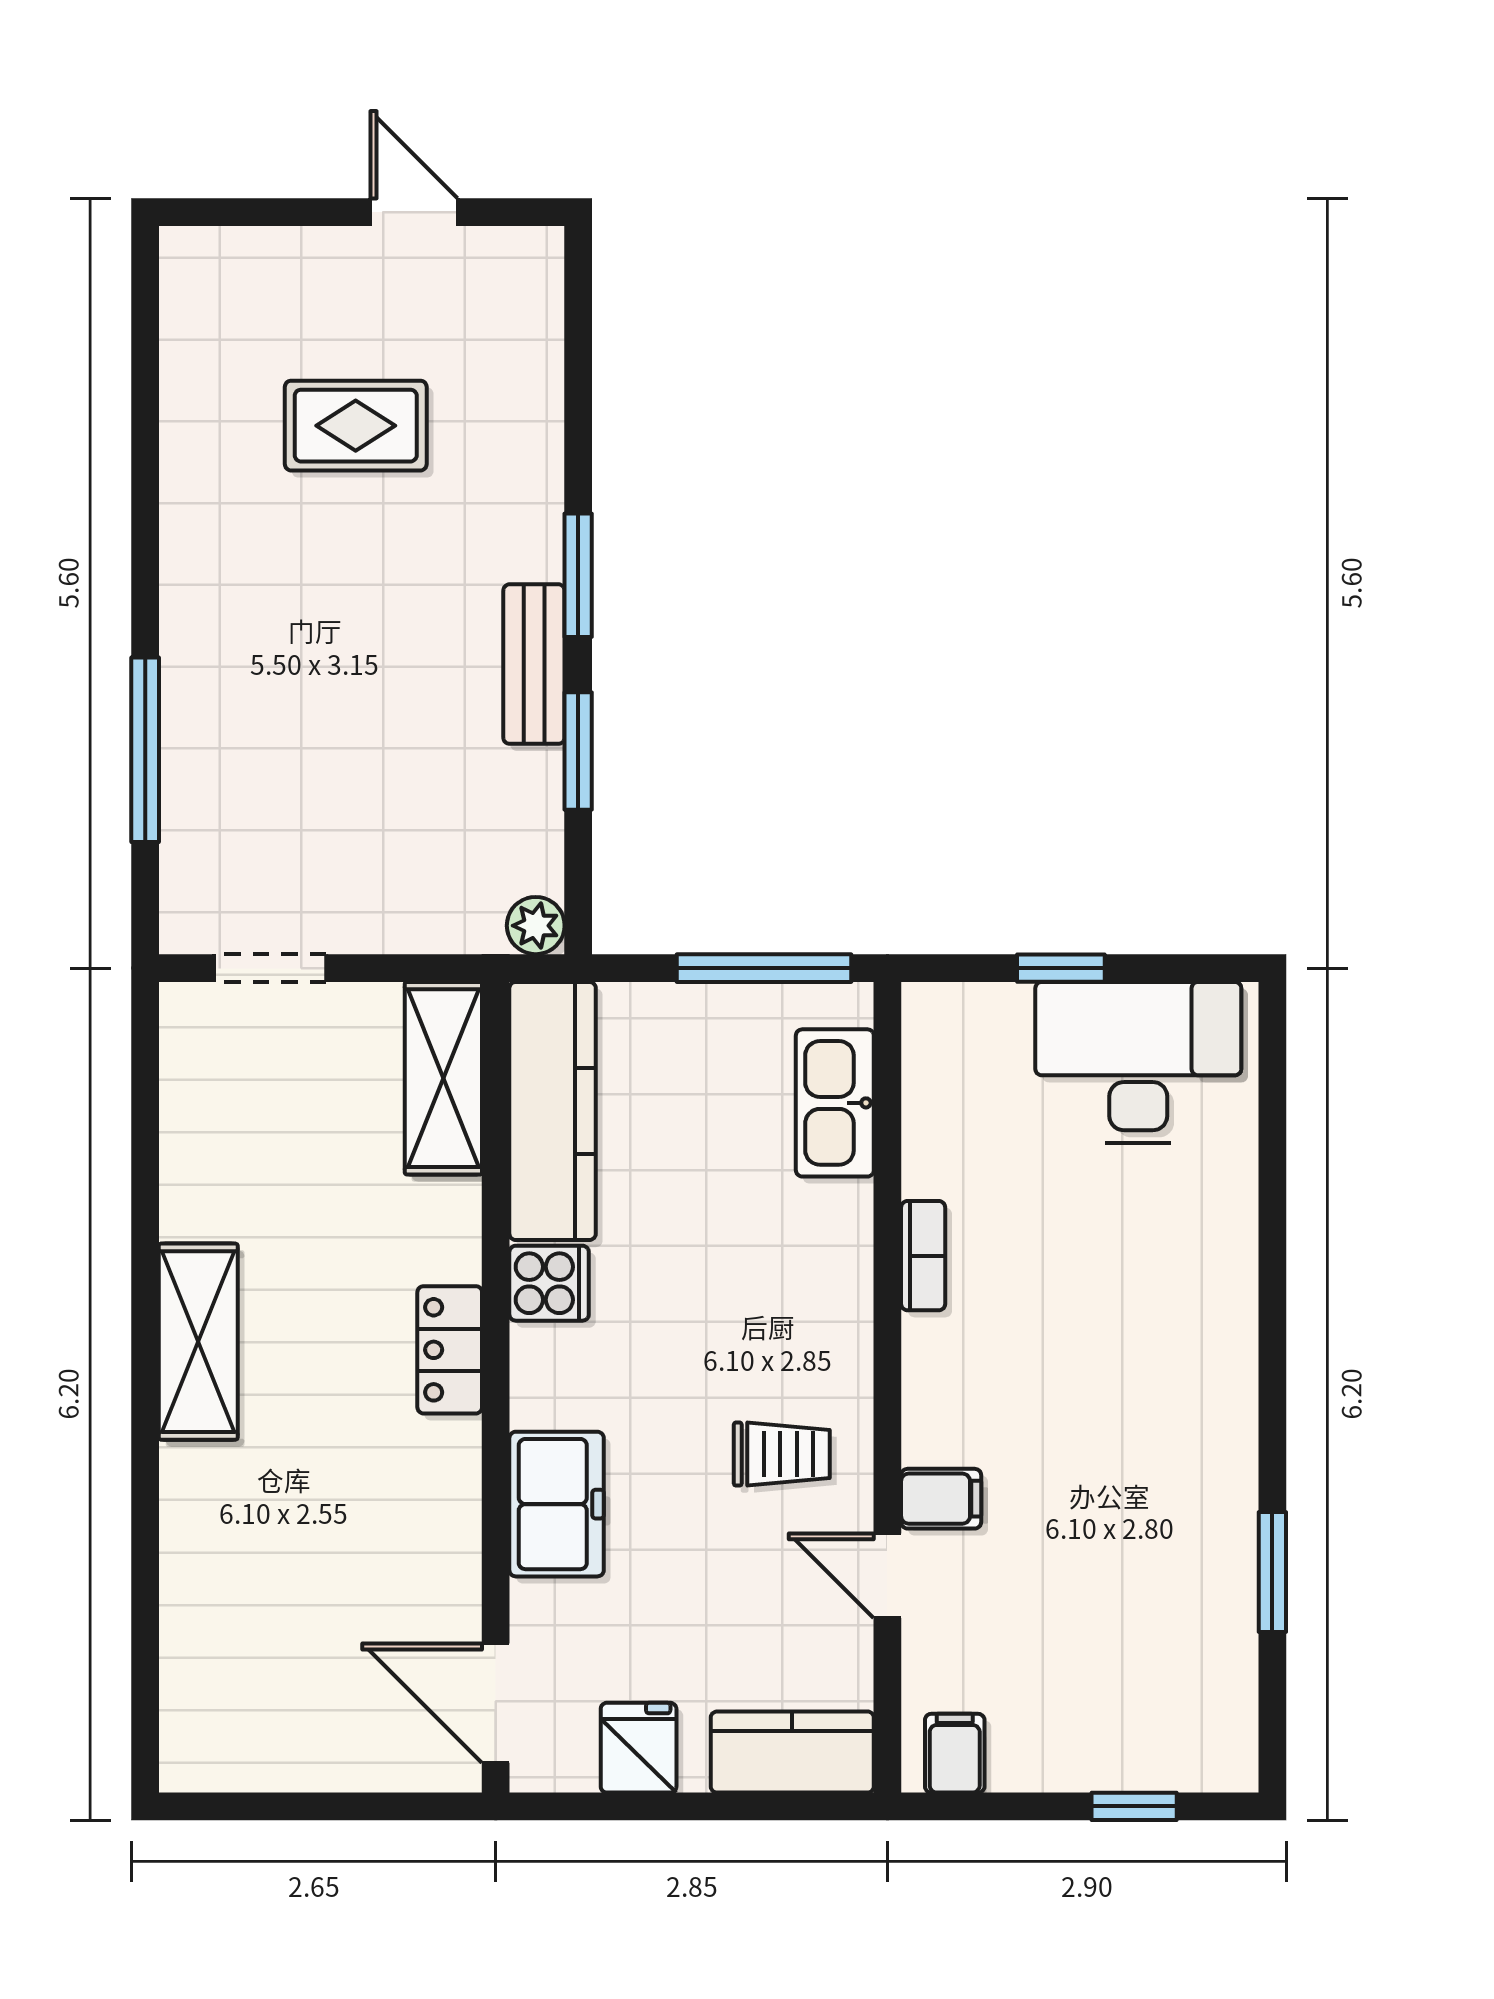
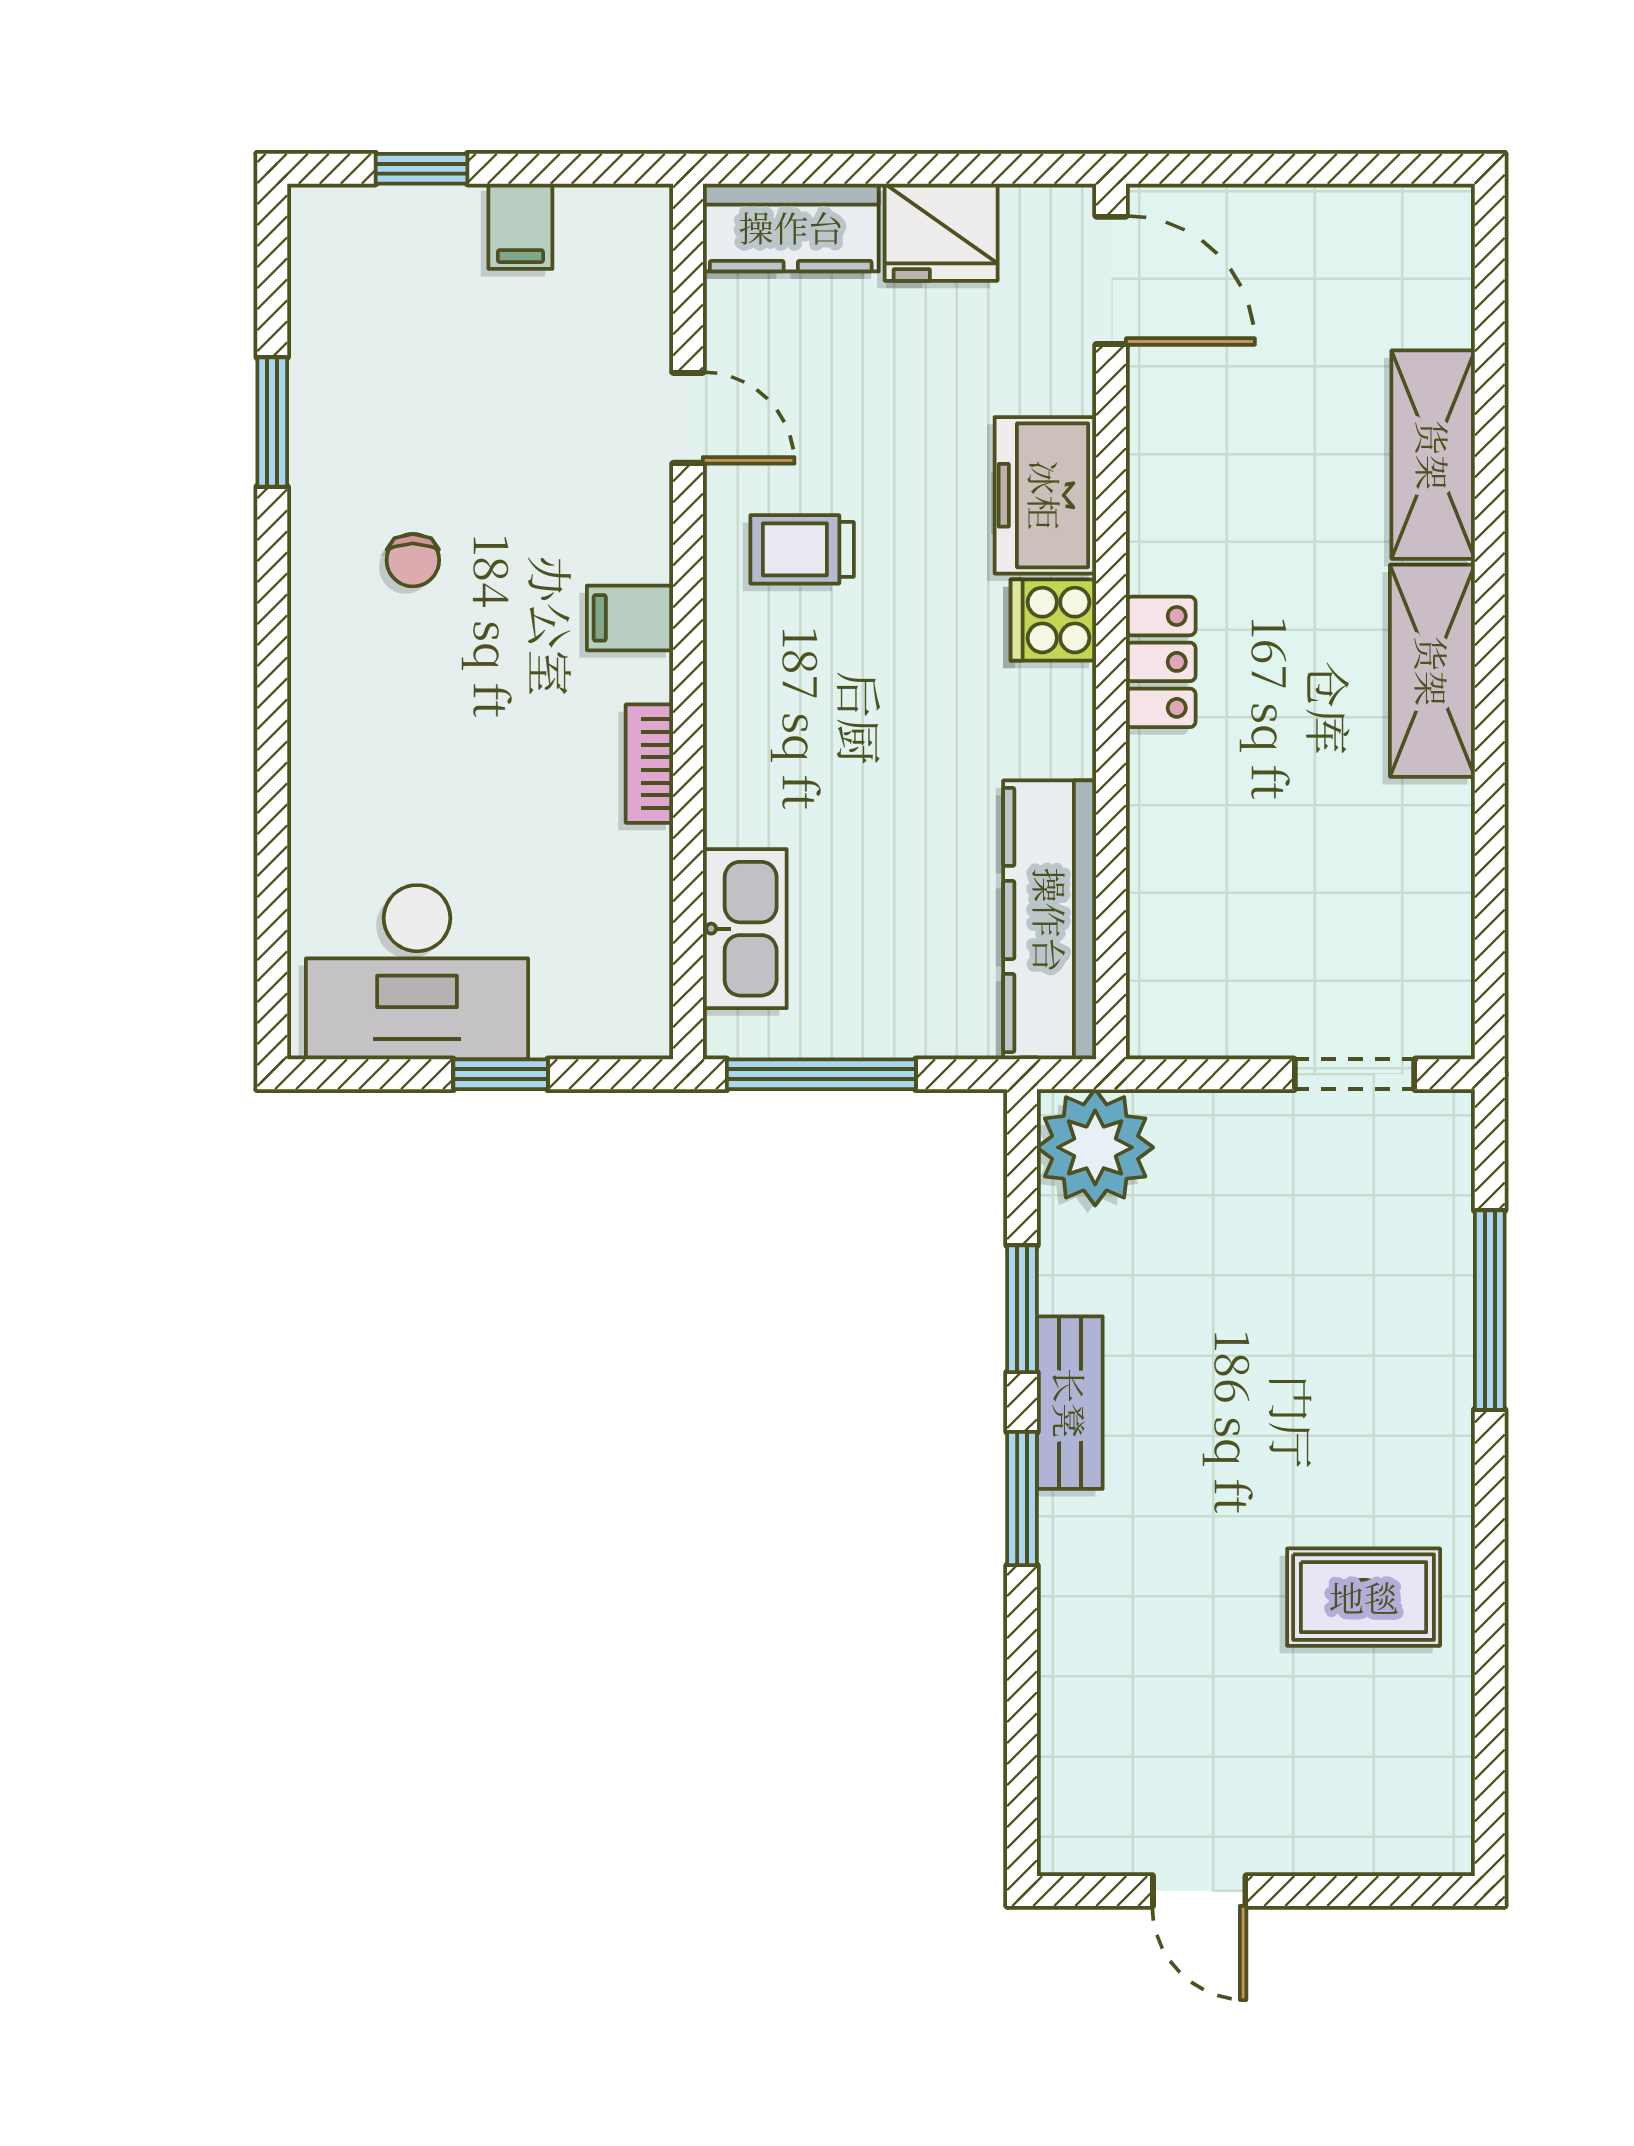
rug: (356, 426) -> (1364, 1597), moved
plant: (536, 926) -> (1095, 1147), width x1.88, depth x1.88
shelving: (443, 1078) -> (1433, 455), moved
cooker: (549, 1283) -> (1053, 620), moved
chair: (1142, 1444) -> (413, 560), added
filing cabinet: (941, 1499) -> (630, 618), moved
fridge: (639, 1748) -> (941, 232), width x1.38
filing cabinet: (955, 1753) -> (520, 226), moved

